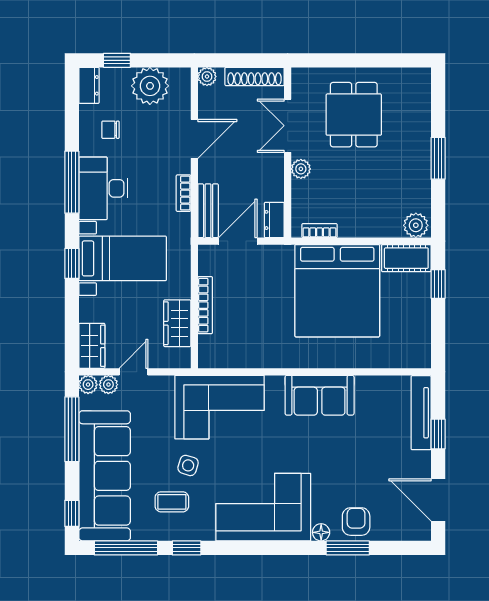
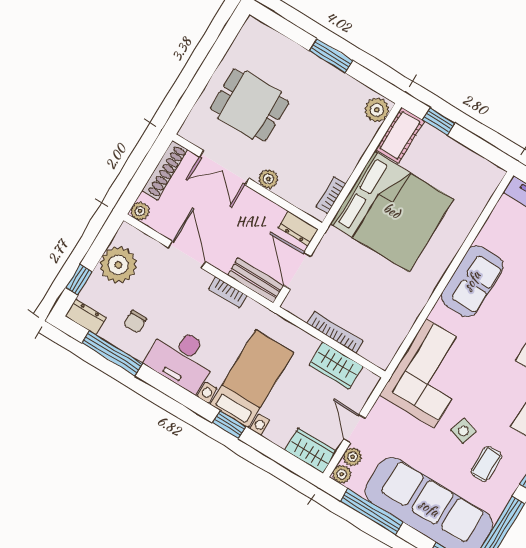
window: (72, 182) -> (112, 353), moved

